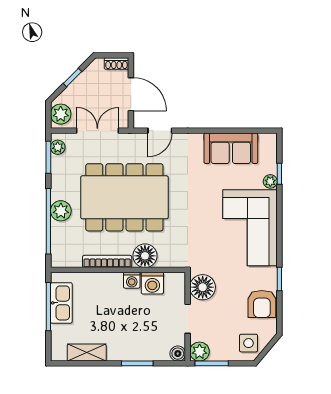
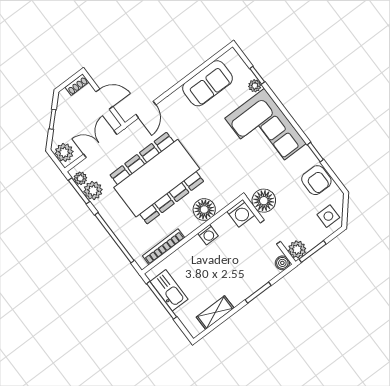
door: (131, 94) -> (104, 99), width x0.73
plant: (61, 211) -> (93, 191), moved
bookcase: (107, 261) -> (164, 247), moved
washing machine: (152, 283) -> (241, 213), moved

